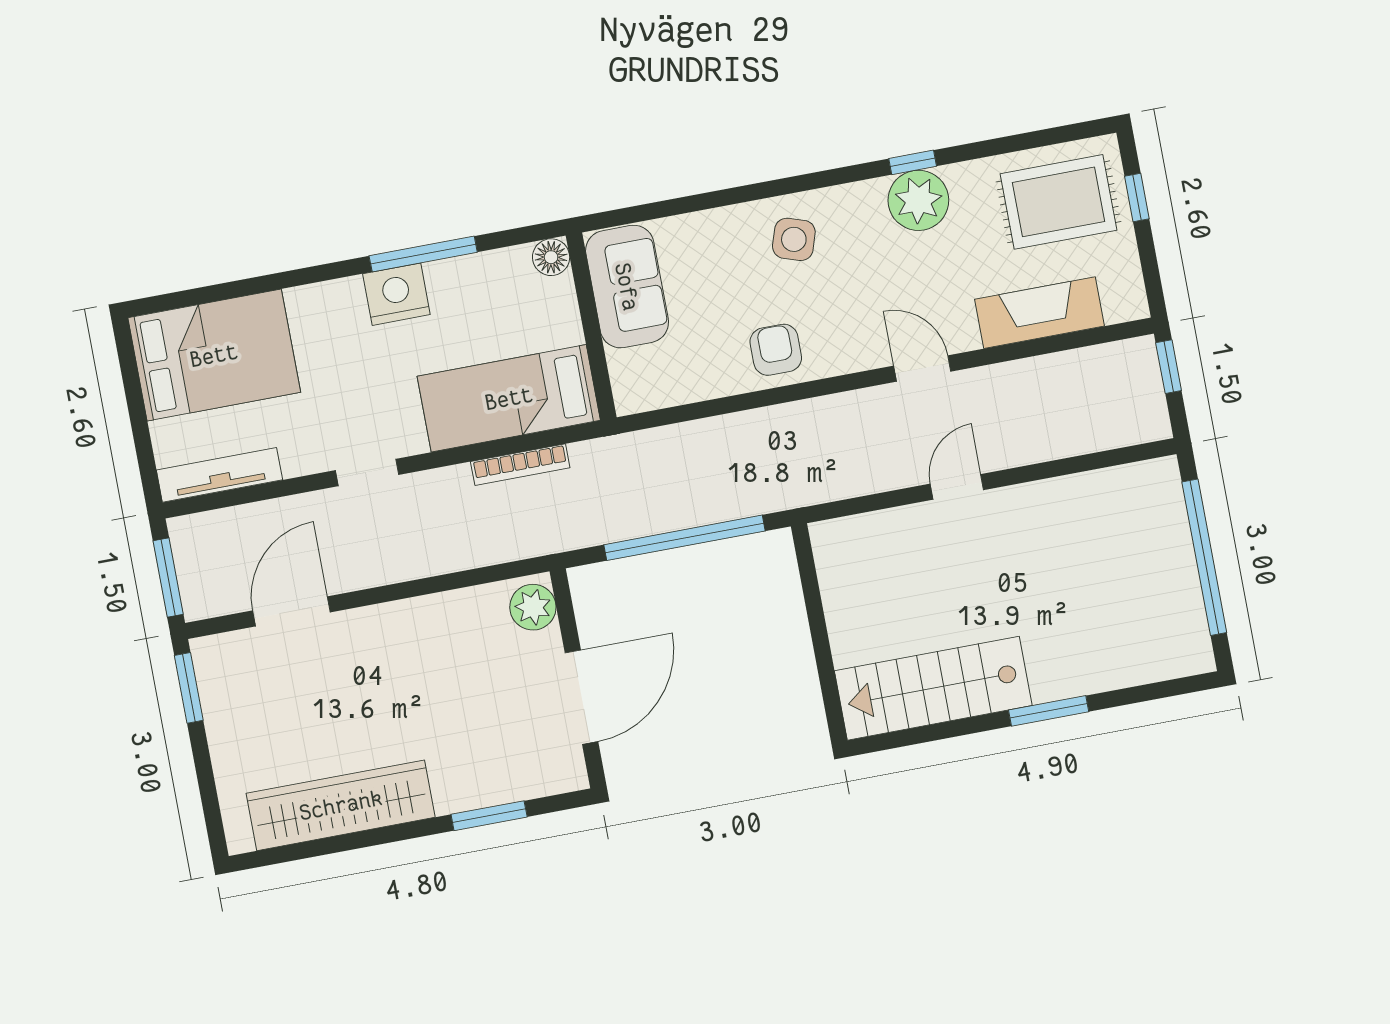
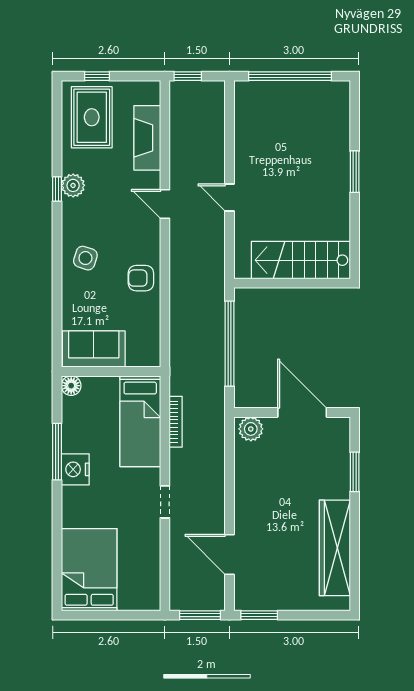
plant: (918, 200) -> (73, 185), width x0.73, depth x0.73
door: (922, 369) -> (165, 204), hinge flipped
tv unit: (219, 475) -> (152, 579), removed
stairs: (933, 688) -> (301, 260), moved, turned 90

